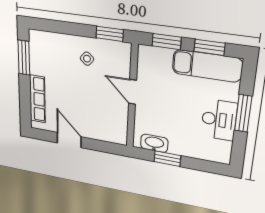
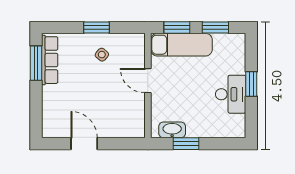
window: (110, 34) -> (97, 28), moved
exam couch: (207, 66) -> (181, 45), moved
row of seats: (37, 99) -> (50, 60), moved
window: (243, 113) -> (251, 84), width x0.69

